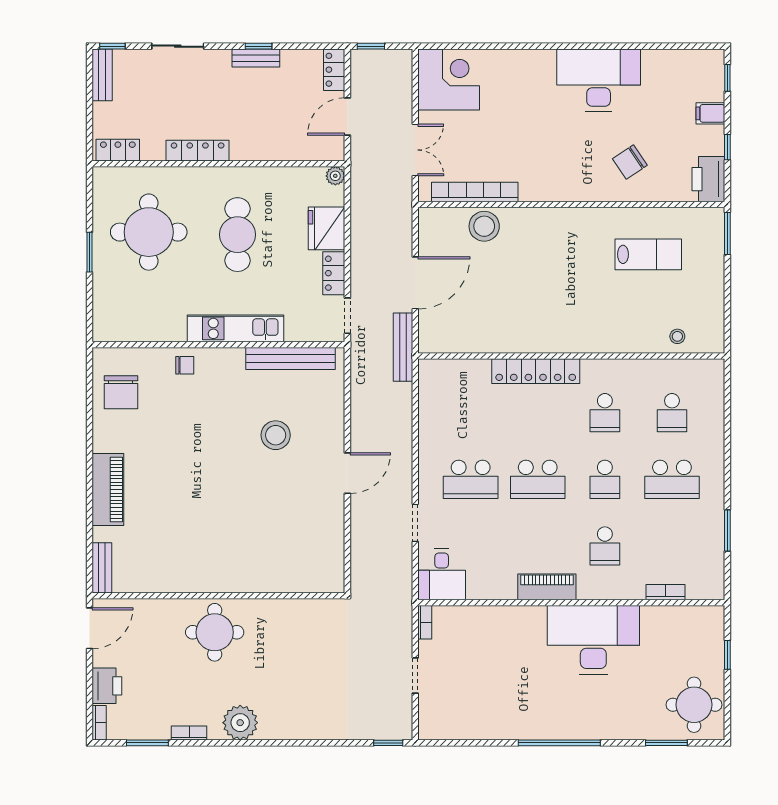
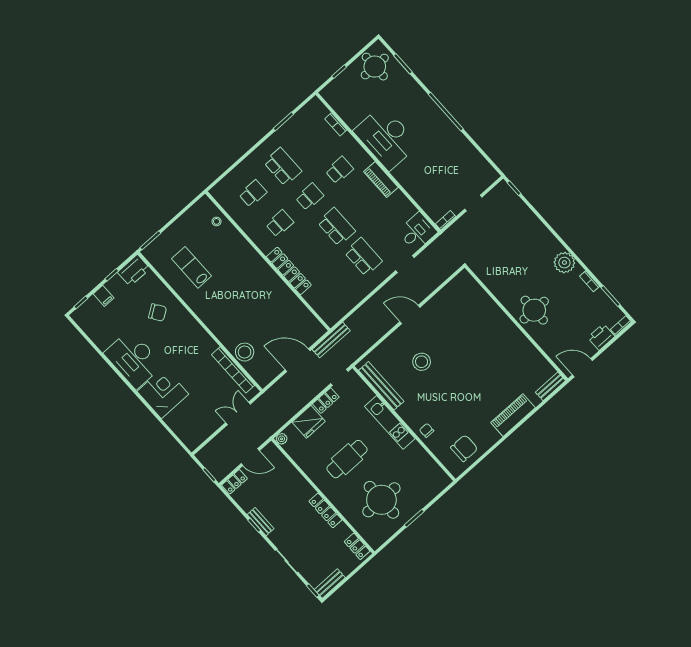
corner desk: (449, 80) -> (163, 393), moved, turned 90

